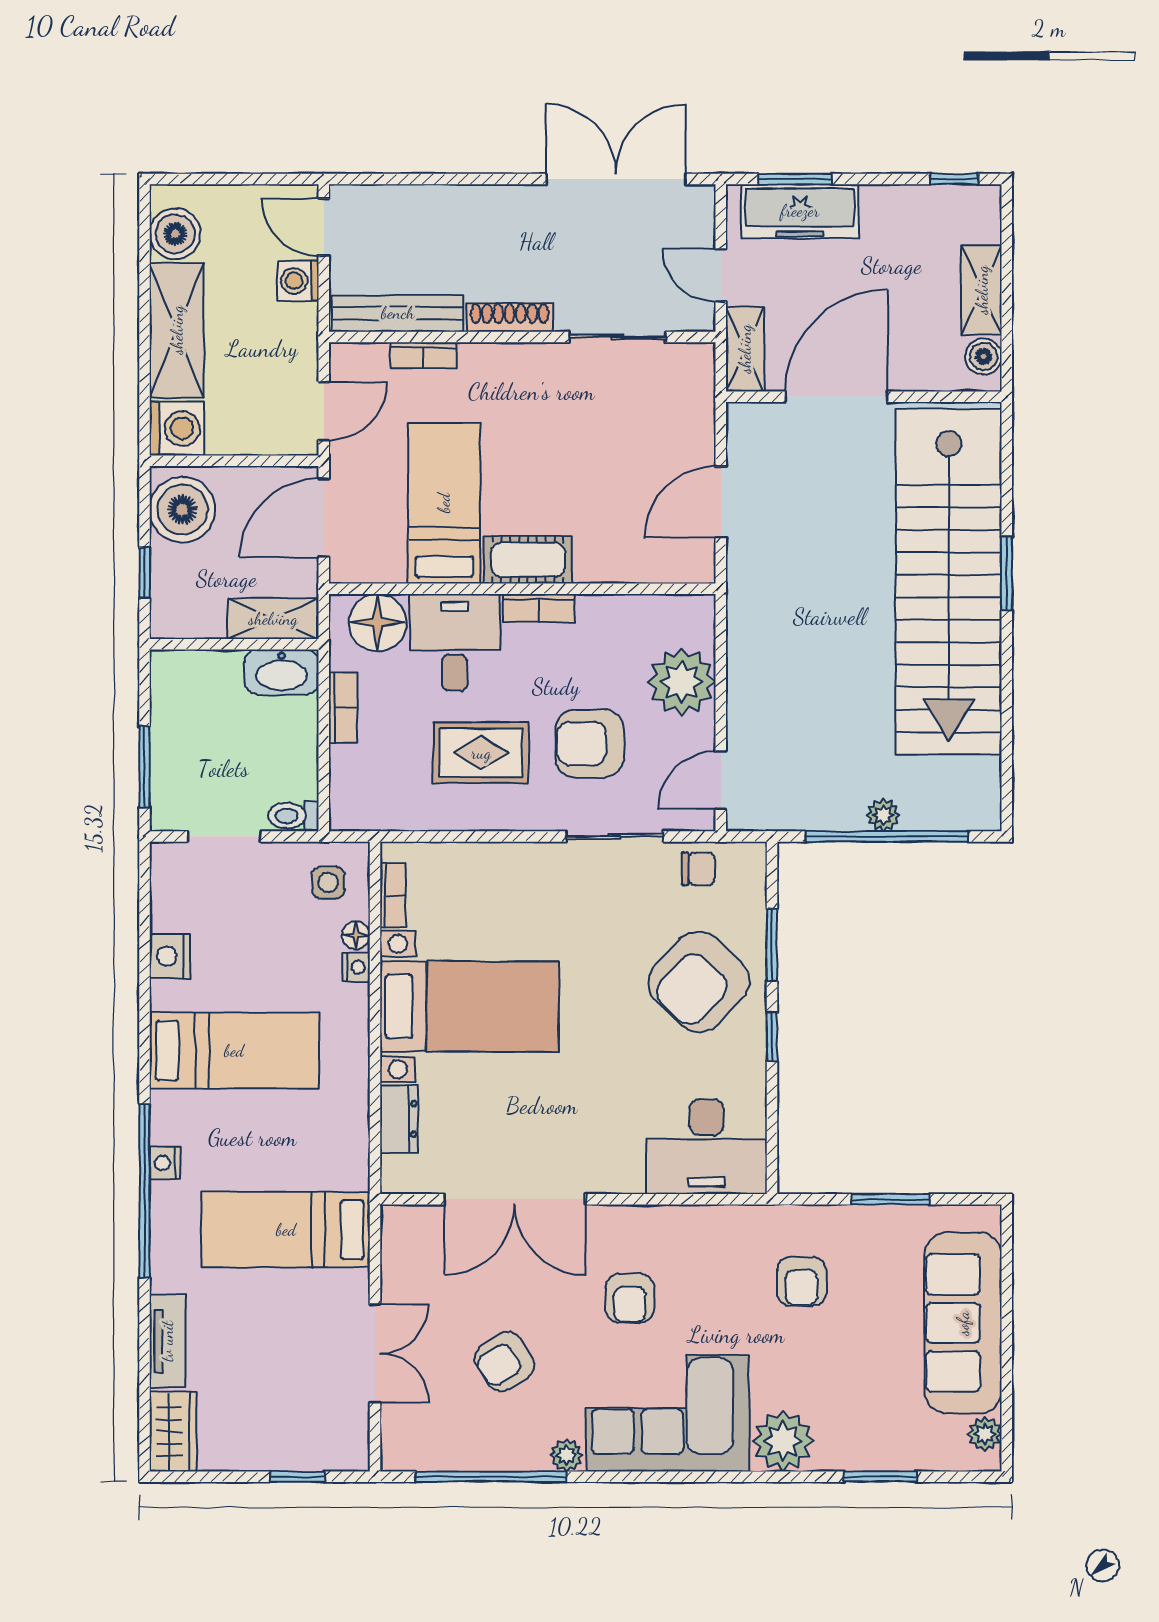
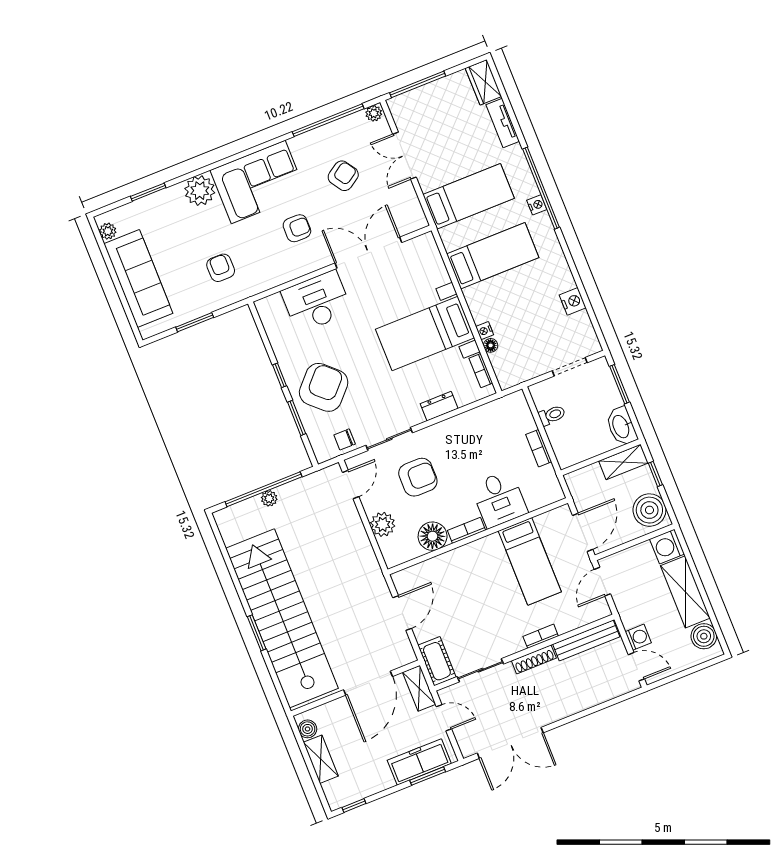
bookcase: (423, 355) -> (541, 636), moved
cot: (528, 560) -> (437, 661), moved, turned 90
shelving: (273, 619) -> (623, 462), moved
floor lamp: (378, 623) -> (433, 536), moved
washbasin: (282, 672) -> (621, 426), moved, turned -90
plant: (682, 682) -> (383, 524), width x0.73, depth x0.73
rug: (481, 753) -> (467, 453), removed
toilet: (294, 816) -> (552, 415), moved
side table: (328, 882) -> (513, 365), removed
bed: (234, 1051) -> (493, 256), moved, turned 180
dresser: (399, 1119) -> (439, 406), moved, turned 90
desk: (707, 1147) -> (317, 302), moved
armchair: (630, 1298) -> (297, 228), turned 90
plant: (566, 1455) -> (374, 113), moved
window: (297, 1477) -> (418, 84), width x2.17

